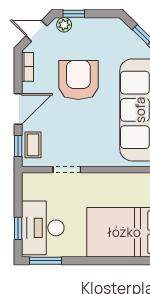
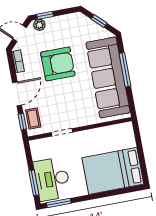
armchair: (78, 80) -> (58, 64), turned 90
window: (18, 228) -> (34, 183), width x1.50

